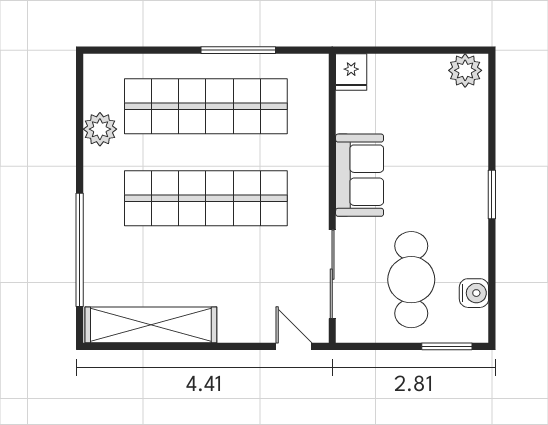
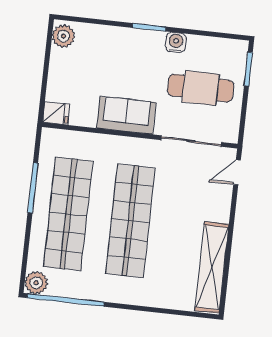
plant: (100, 129) -> (36, 283), moved
window: (80, 250) -> (66, 300), moved
water cooler: (474, 293) -> (176, 42), moved

